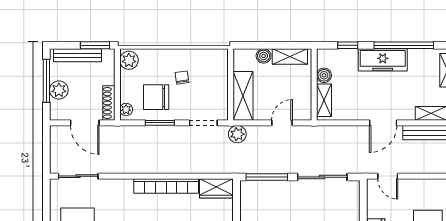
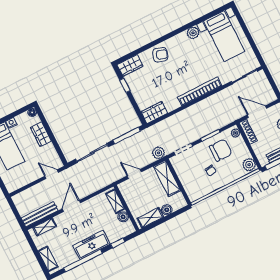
door: (282, 123) -> (134, 174), swing flipped
bookcase: (166, 186) -> (200, 91), moved

